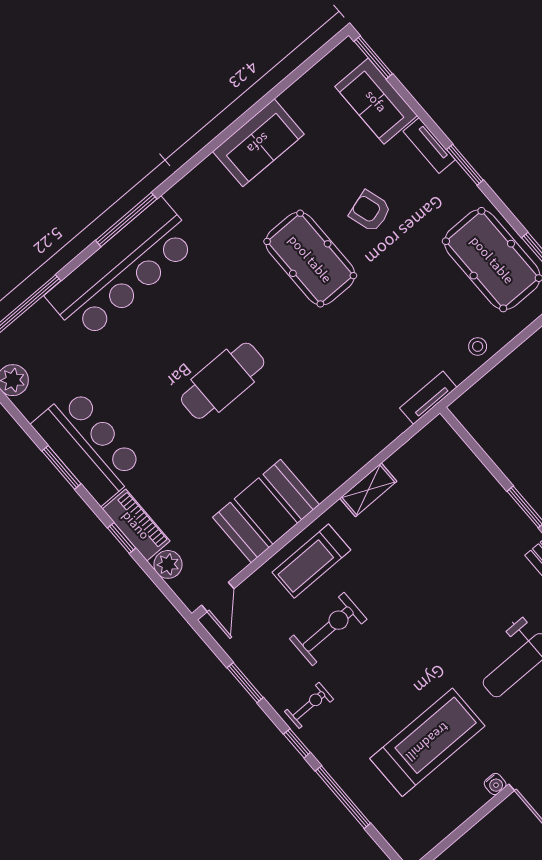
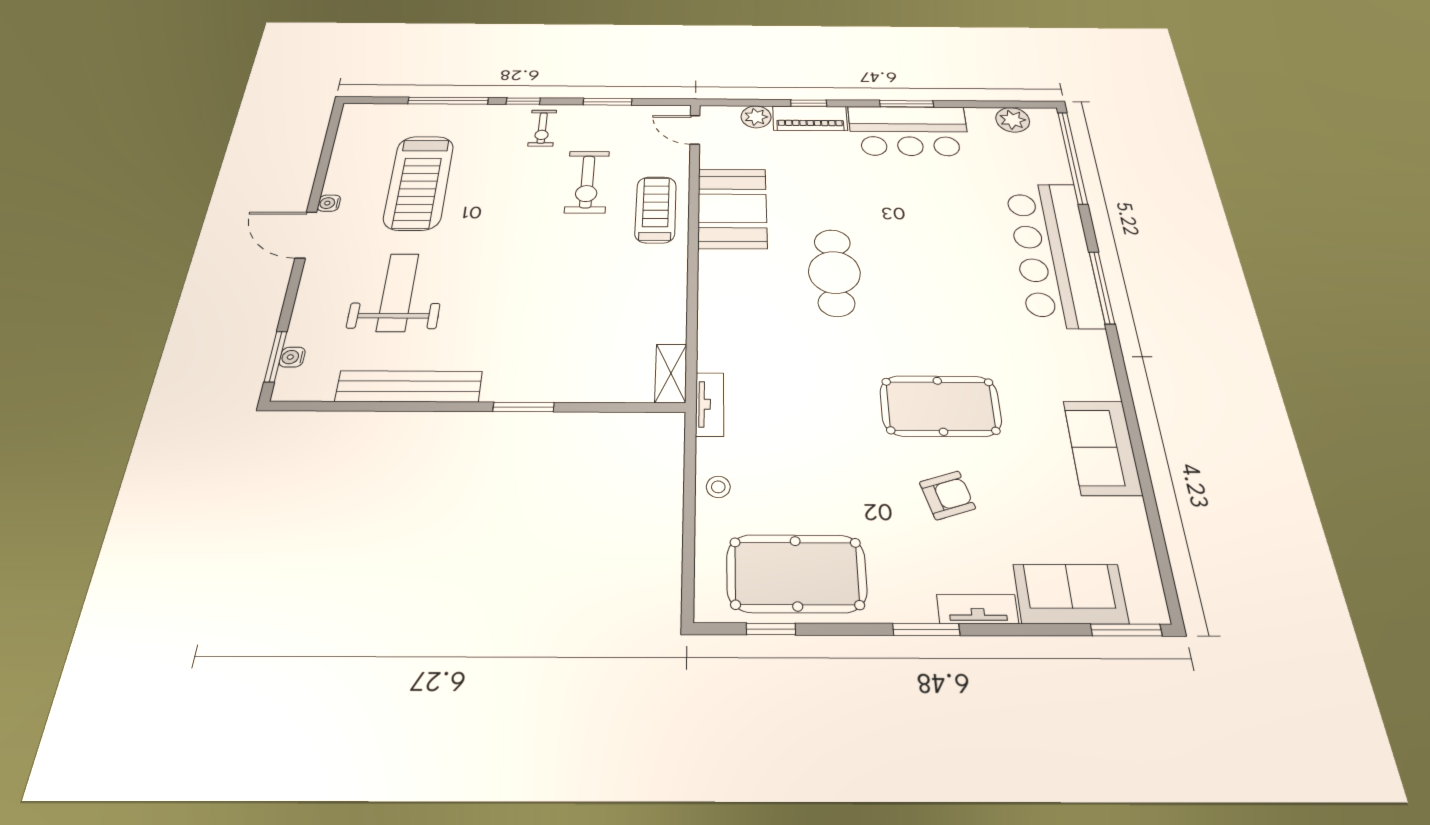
cafe table: (223, 381) -> (834, 272), moved
shelving: (368, 490) -> (671, 373), moved

